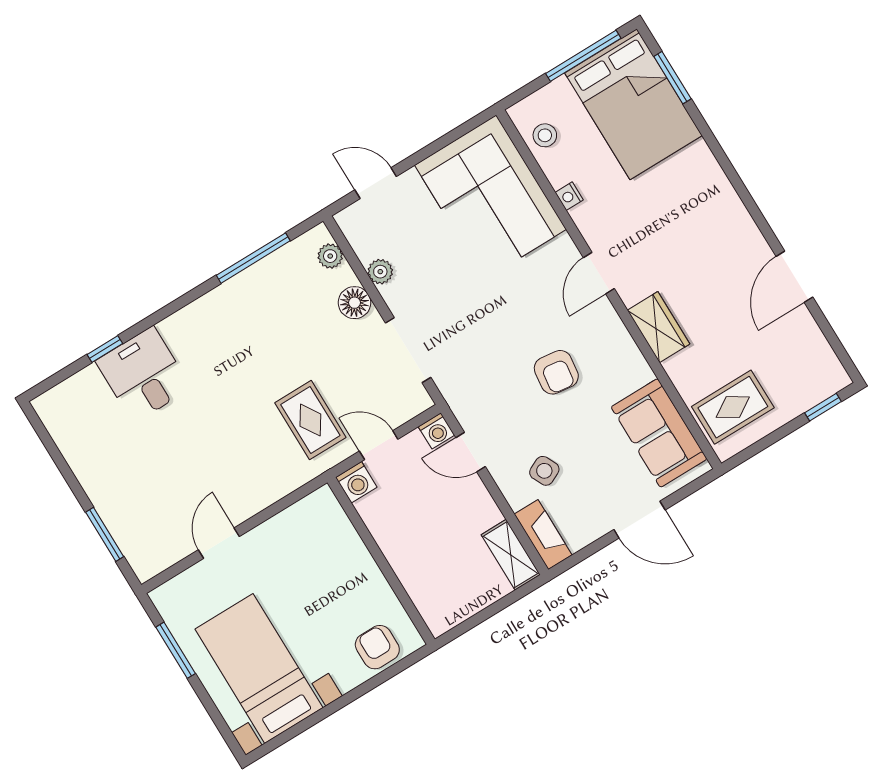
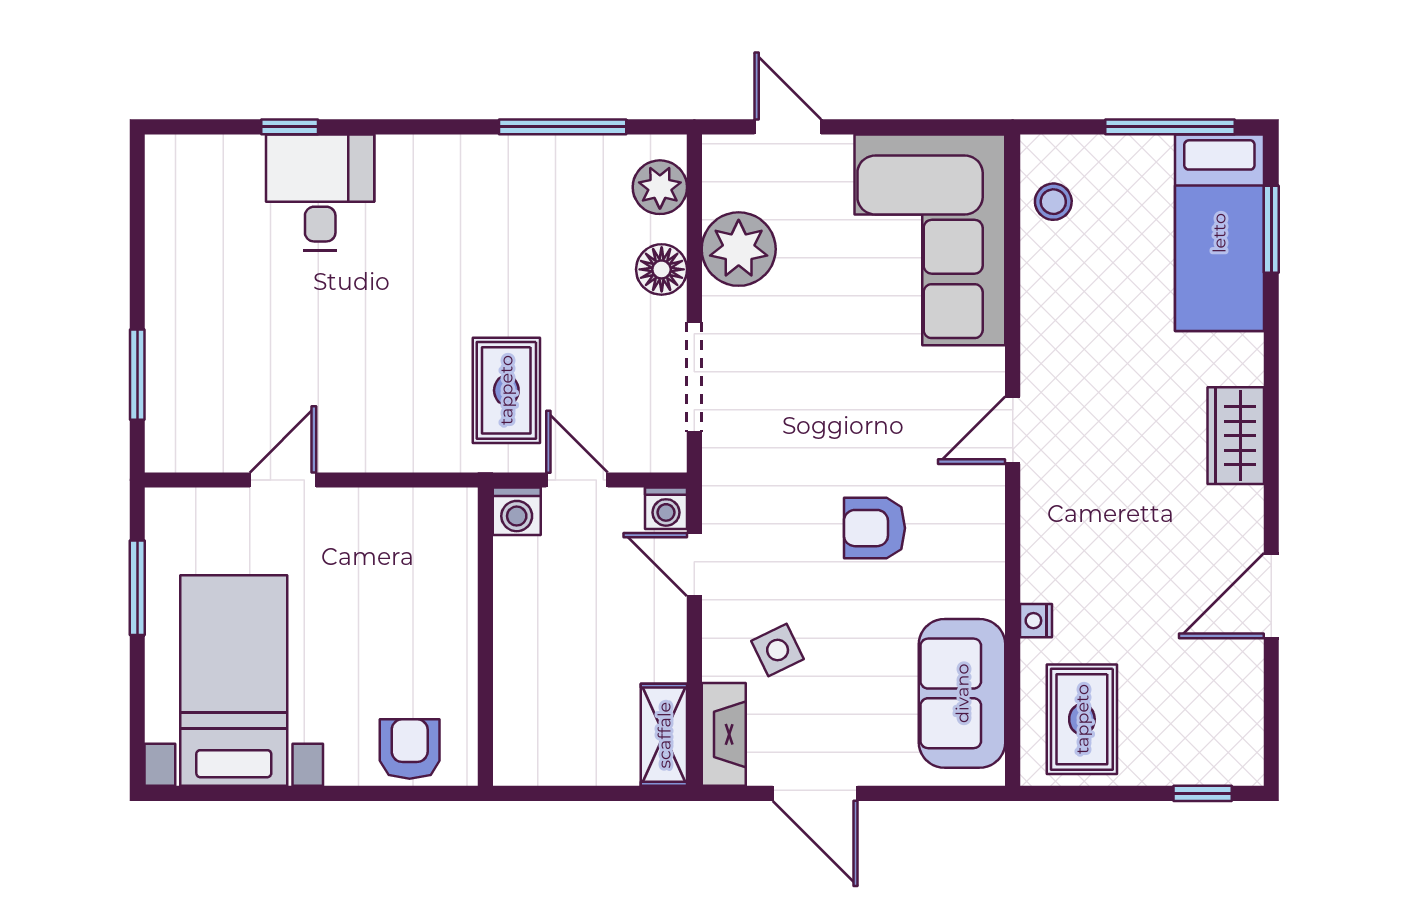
bed: (633, 104) -> (1219, 233), width x0.67
nightstand: (569, 196) -> (1036, 621), moved
plant: (330, 256) -> (660, 187), width x1.38, depth x1.38
plant: (380, 272) -> (739, 249), width x1.88, depth x1.88
wardrobe: (659, 327) -> (1236, 436), moved, turned 180
armchair: (556, 372) -> (874, 528), turned 83
rug: (733, 407) -> (1082, 719), turned 90
door: (639, 520) -> (815, 793), moved

